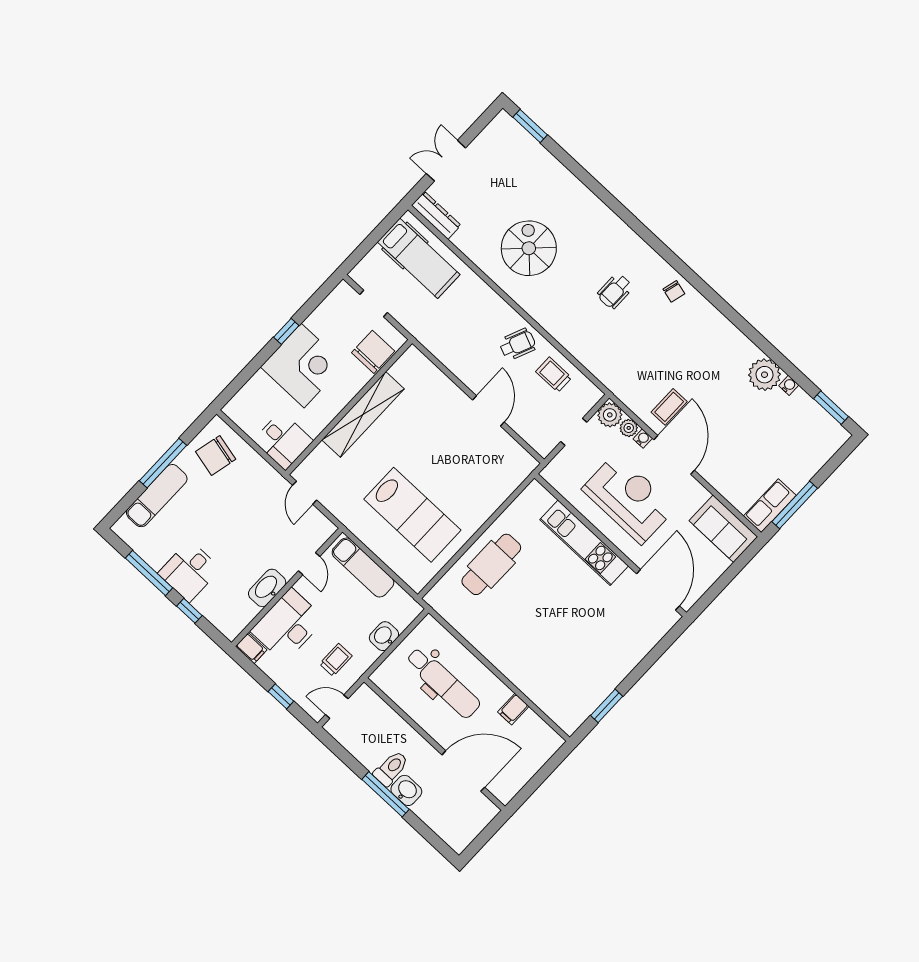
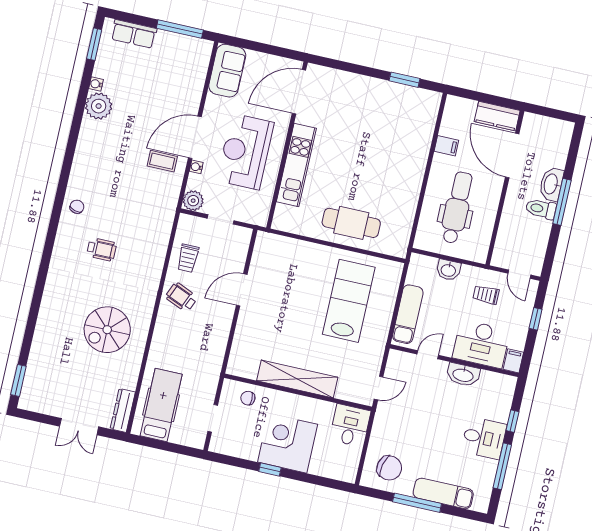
chair: (373, 352) -> (248, 398), width x0.54, depth x0.54
plant: (629, 428) -> (195, 181), removed
row of seats: (770, 506) -> (134, 34), moved
kitchen counter: (513, 780) -> (497, 116), added
washbasin: (406, 790) -> (551, 184), width x1.38

